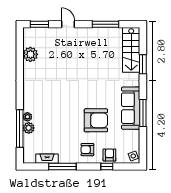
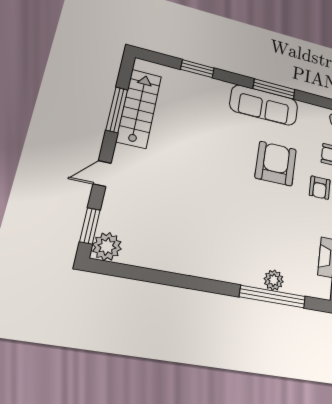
stairs: (131, 50) -> (139, 108), moved, turned -90
plant: (30, 54) -> (107, 247), moved
plant: (27, 117) -> (255, 279), removed

